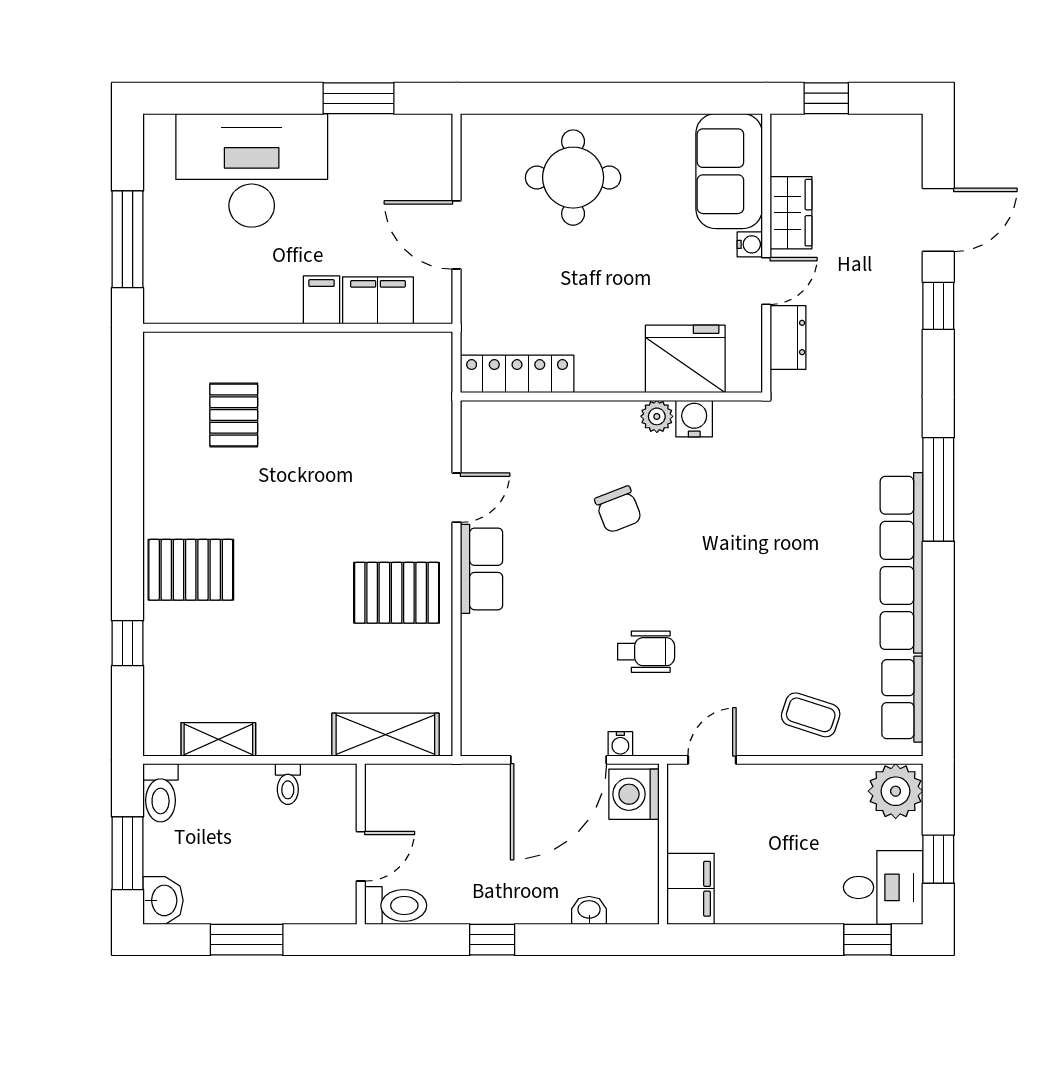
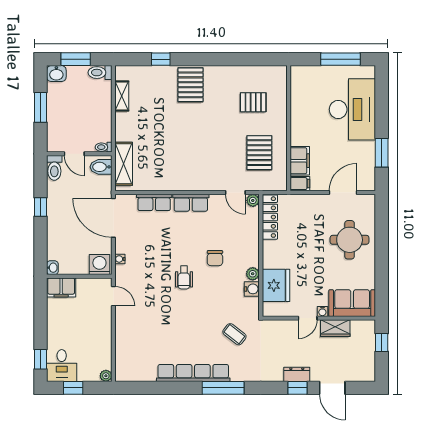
door: (456, 235) -> (343, 193), moved
window: (128, 239) -> (340, 59), moved
door: (766, 281) -> (308, 318), hinge flipped
filing cabinet: (322, 300) -> (300, 184), moved
dresser: (788, 338) -> (297, 374), moved, turned 180
plant: (476, 416) -> (253, 200), added
door: (456, 498) -> (235, 193), moved
chair: (618, 509) -> (215, 258), turned -69
pallet: (397, 593) -> (259, 153), moved
wheelchair: (646, 652) -> (184, 278), moved
row of seats: (902, 699) -> (154, 202), moved, turned 180
coffee table: (811, 715) -> (234, 334), moved, turned -70
door: (559, 760) -> (113, 218), moved
toilet: (288, 784) -> (104, 147), moved
bidet: (393, 790) -> (101, 167), added
plant: (896, 791) -> (106, 376), width x0.53, depth x0.53
washbasin: (589, 910) -> (52, 268), moved

